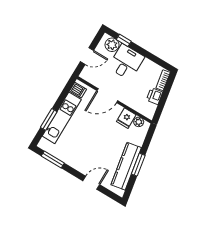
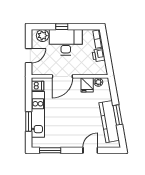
window: (124, 40) -> (62, 27), moved
desk: (126, 62) -> (66, 42), width x1.37

